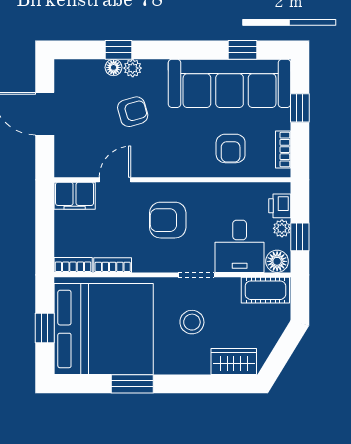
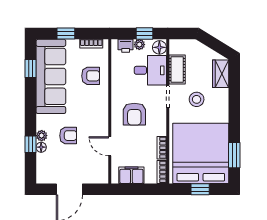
armchair: (133, 112) -> (68, 136), turned 106
filing cabinet: (75, 196) -> (131, 175), moved, turned -90
cot: (265, 290) -> (177, 69), moved
window: (132, 384) -> (234, 155), moved

